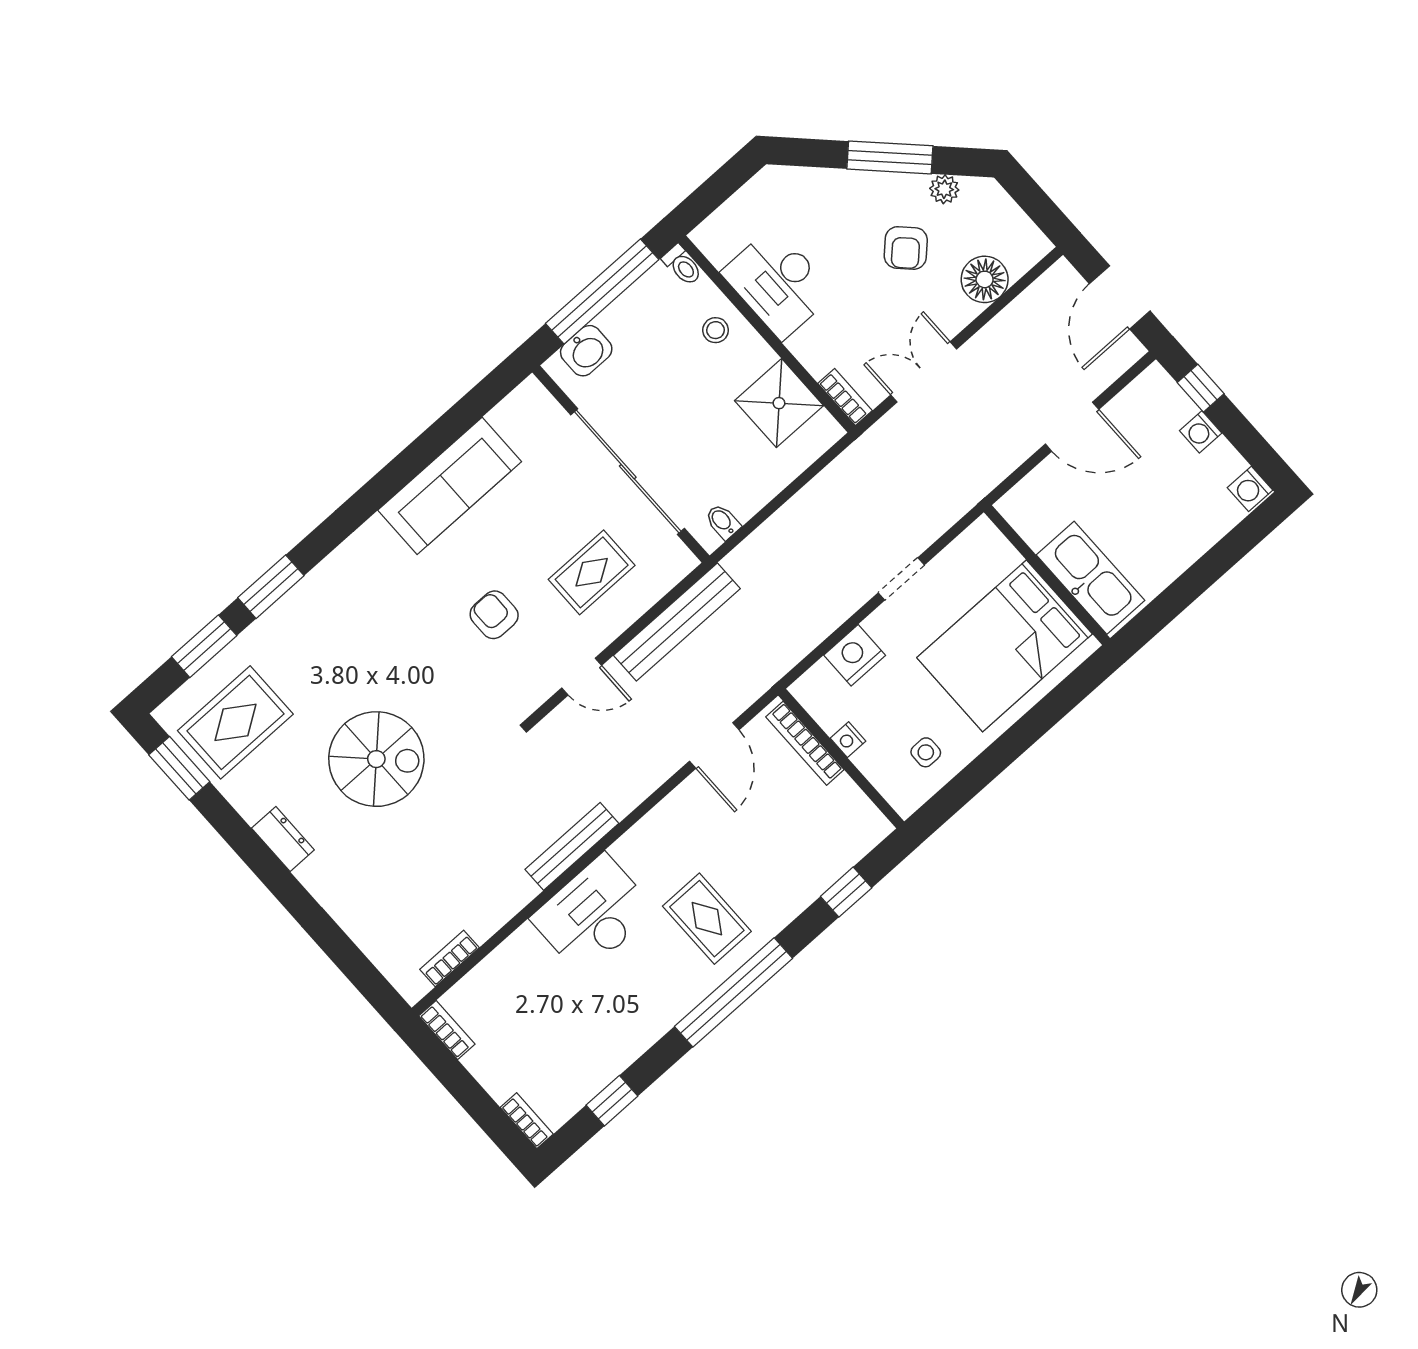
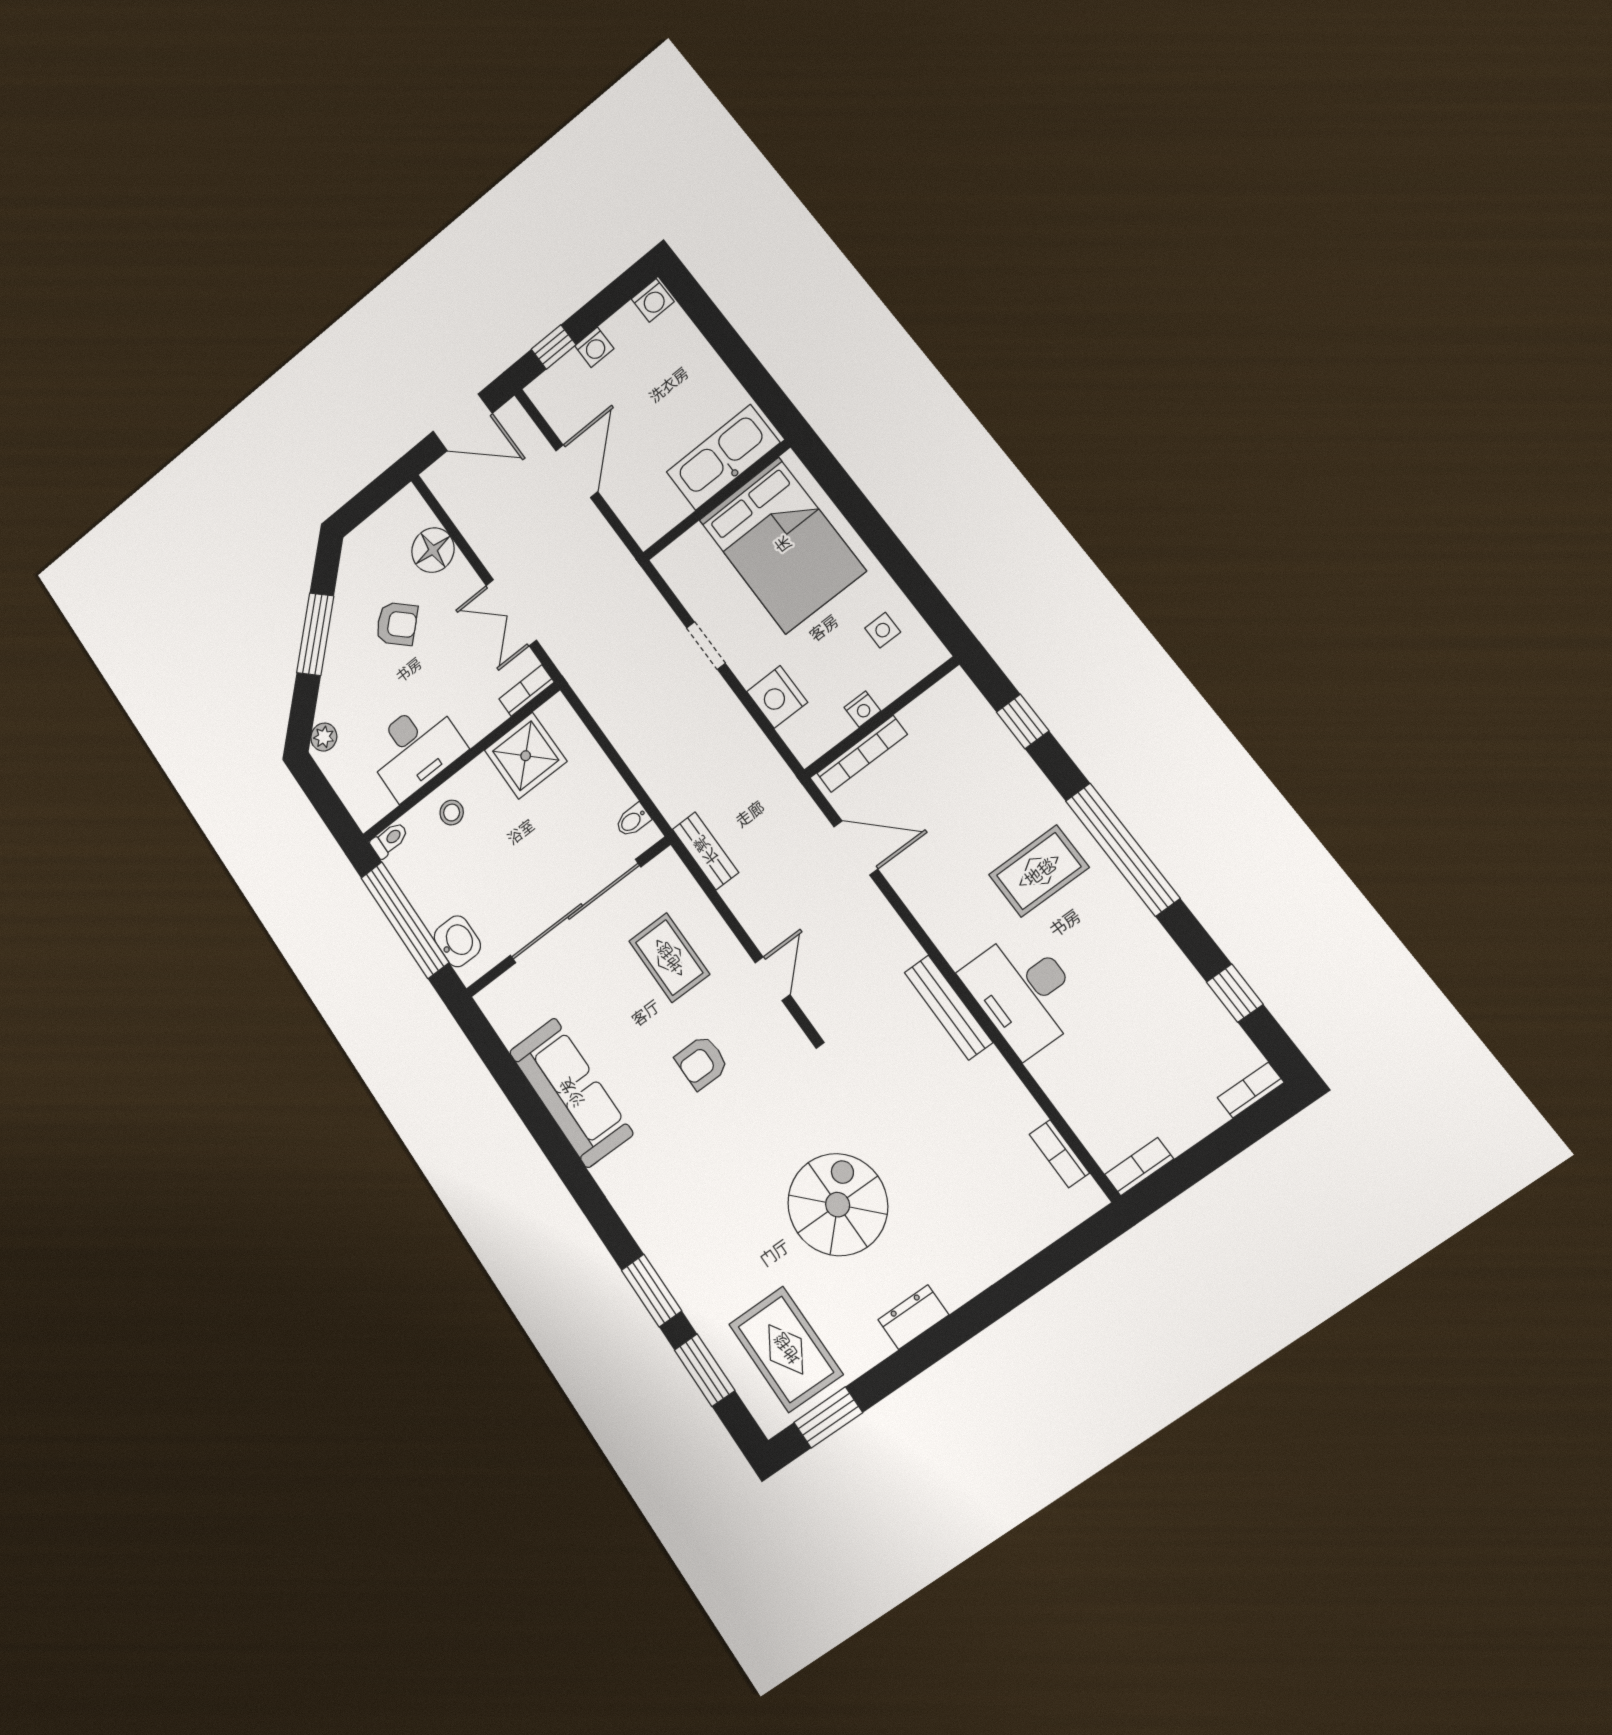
plant: (944, 189) -> (324, 737), moved
bench: (677, 622) -> (705, 851), width x0.54, depth x0.82

